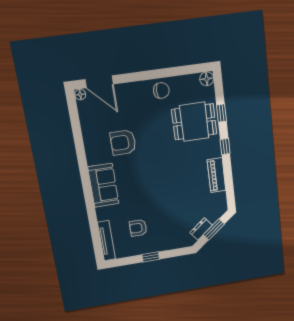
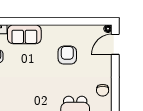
sofa: (103, 185) -> (24, 34), moved

